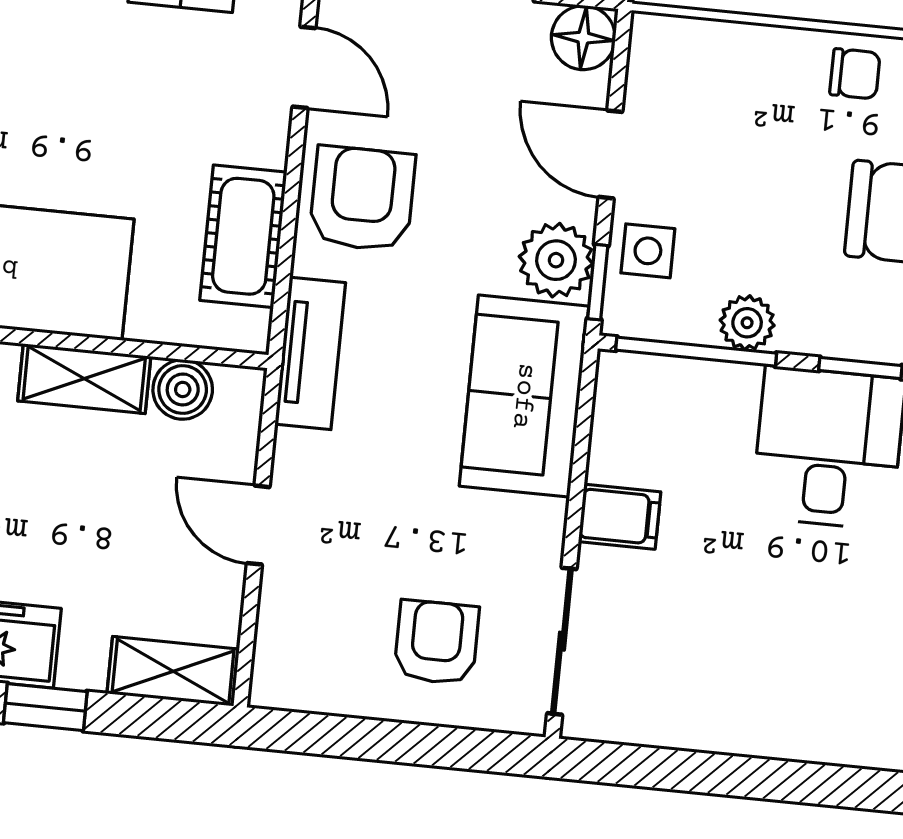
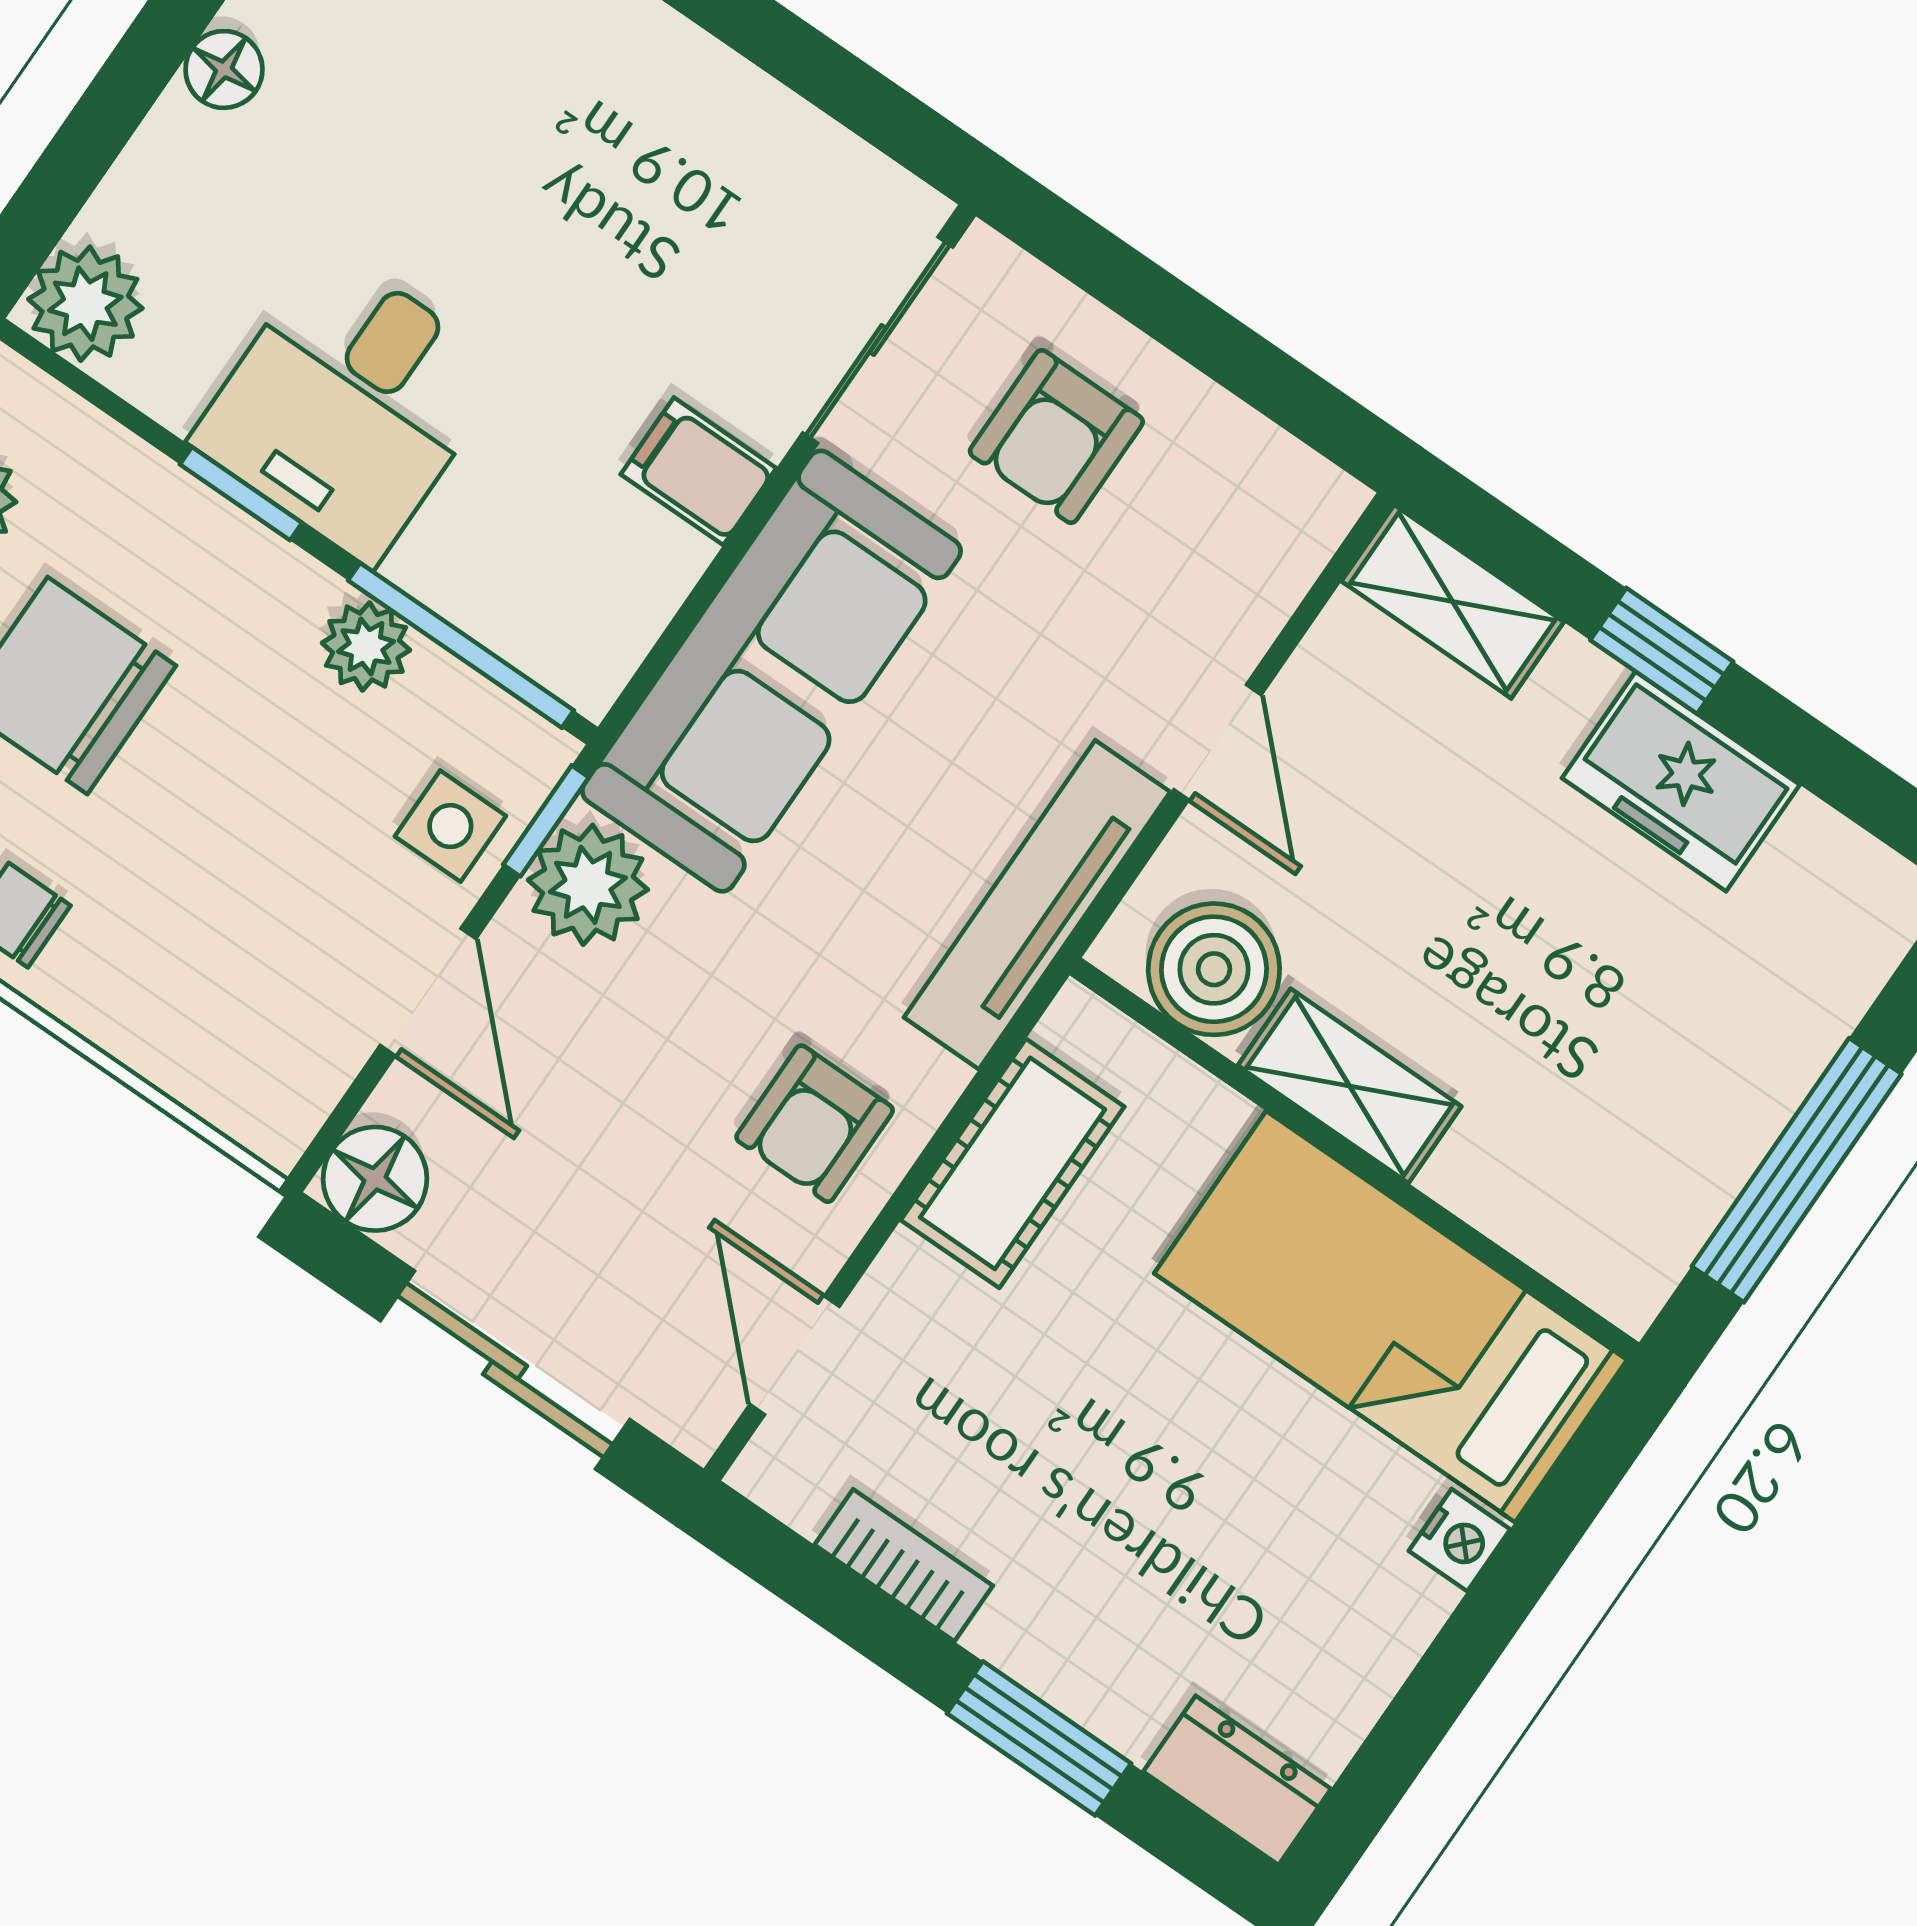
armchair: (362, 199) -> (815, 1124), width x0.72, depth x0.72
tv unit: (310, 353) -> (1037, 905), width x1.41
boiler: (183, 389) -> (1214, 969), width x1.36, depth x1.36
sofa: (524, 396) -> (771, 671), width x1.36

